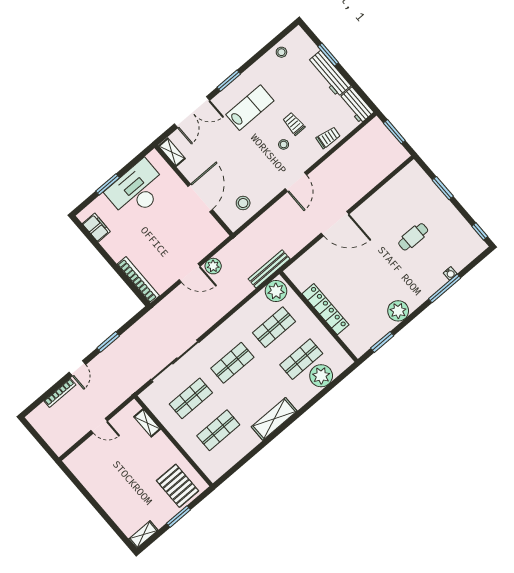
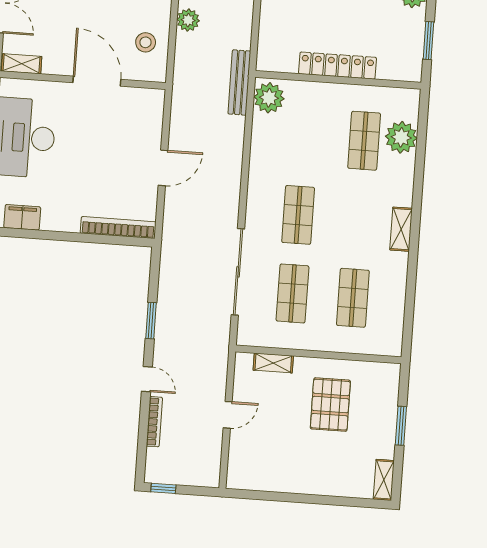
plant: (213, 266) -> (188, 20), moved
shop shelf: (274, 327) -> (304, 136), removed
shelving: (274, 419) -> (401, 229), width x0.67, depth x0.75
window: (31, 430) -> (163, 488), added
pallet: (178, 486) -> (330, 405), moved, turned 90

